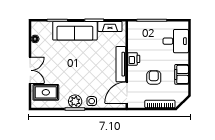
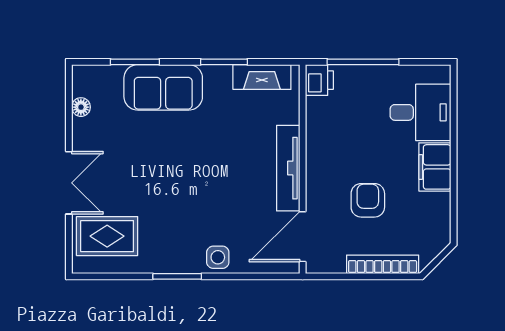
sofa: (75, 31) -> (163, 87), width x0.73
printer: (134, 59) -> (319, 80), moved
filing cabinet: (182, 74) -> (435, 167), moved
plant: (75, 101) -> (178, 258), removed

